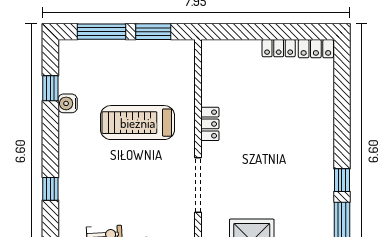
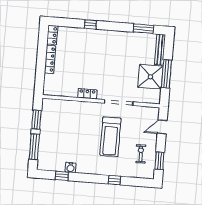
locker: (279, 48) -> (50, 59), width x1.53
treadmill: (138, 123) -> (110, 137), moved
window: (342, 180) -> (90, 24), moved

